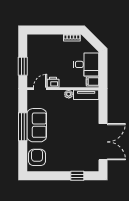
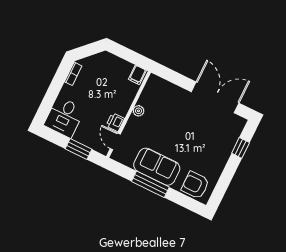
desk: (86, 64) -> (64, 117), moved, turned 180
tv unit: (86, 95) -> (149, 90), removed

